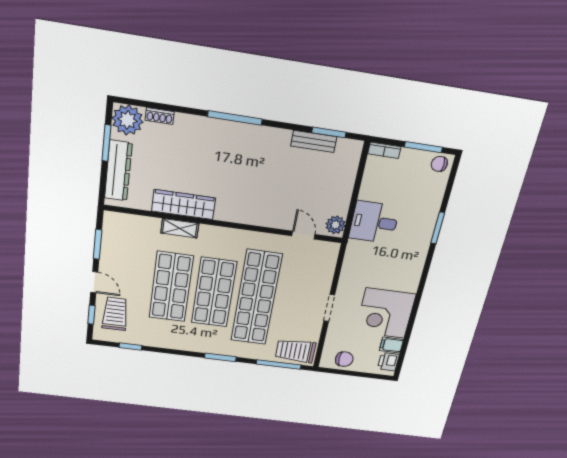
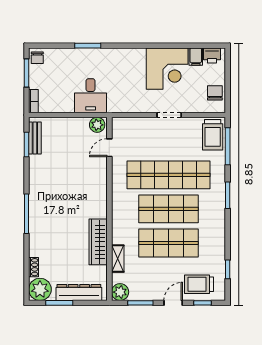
bench: (314, 141) -> (35, 138), moved
plant: (114, 222) -> (120, 292), added
shelving: (180, 228) -> (118, 259), moved

